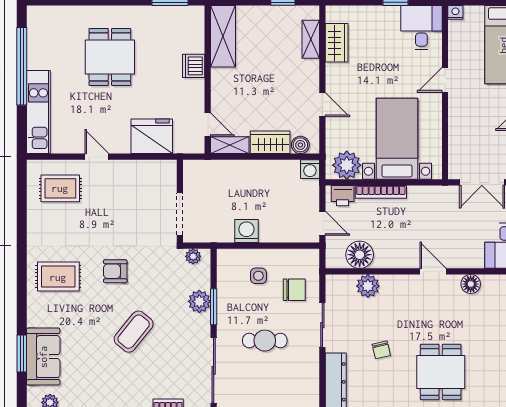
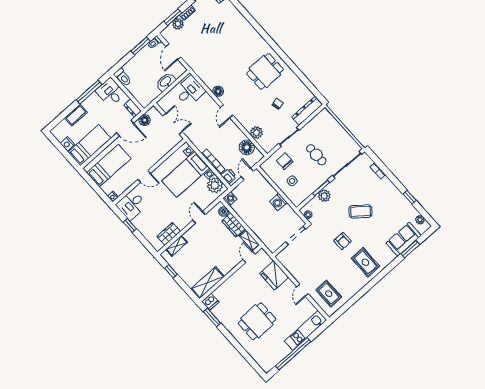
dishwasher: (194, 66) -> (210, 302), moved

